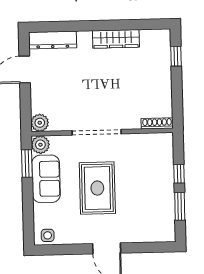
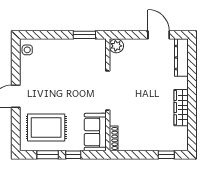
plant: (40, 145) -> (99, 46), removed
sofa: (46, 179) -> (95, 132), moved, turned 90
rug: (97, 188) -> (46, 127), moved

